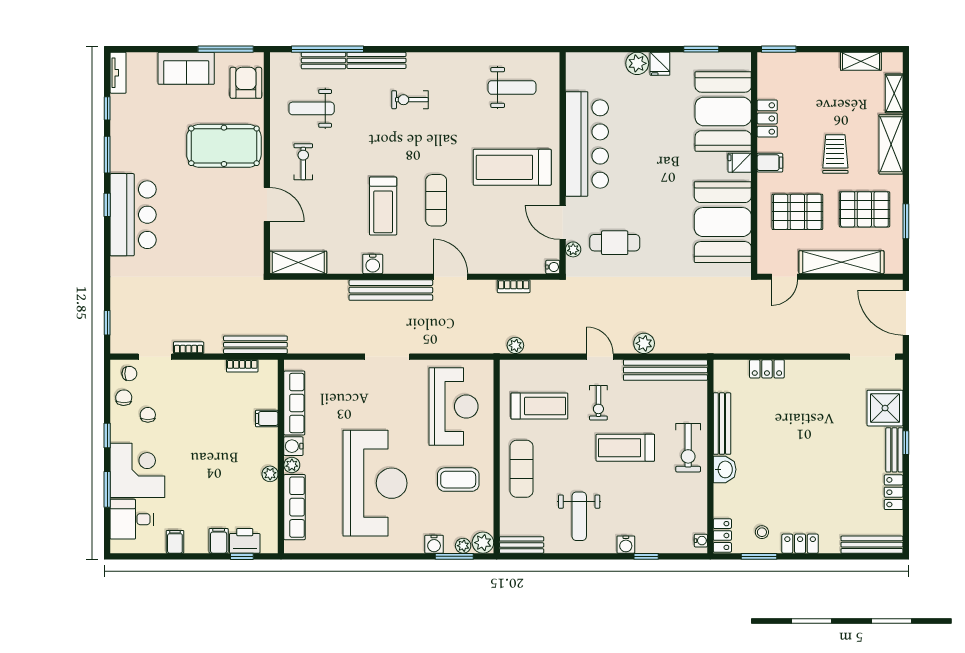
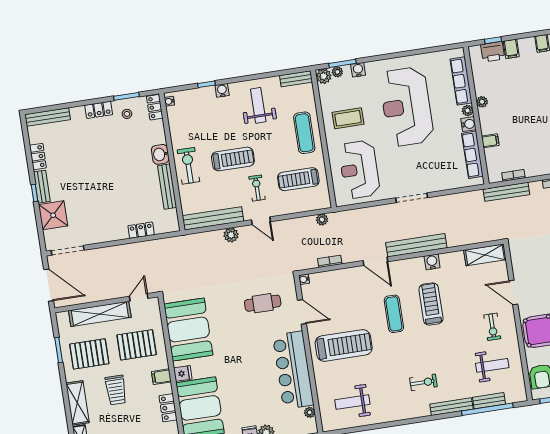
plant: (573, 249) -> (310, 412), moved

